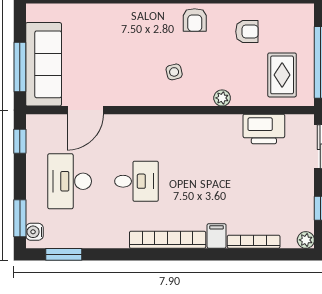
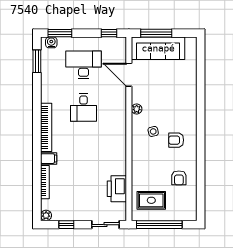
armchair: (195, 20) -> (176, 140), moved
plant: (222, 98) -> (137, 109), moved

